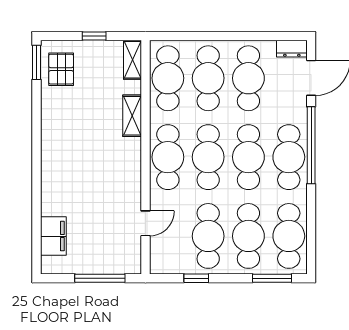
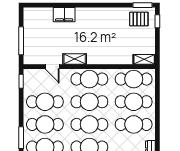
window: (94, 36) -> (157, 21), moved
shelving: (132, 116) -> (75, 59), moved
filing cabinet: (53, 236) -> (64, 15), moved
window: (196, 278) -> (21, 81), moved

